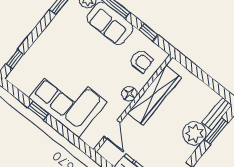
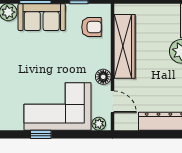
floor lamp: (129, 94) -> (103, 77), moved
plant: (88, 138) -> (99, 124), added

